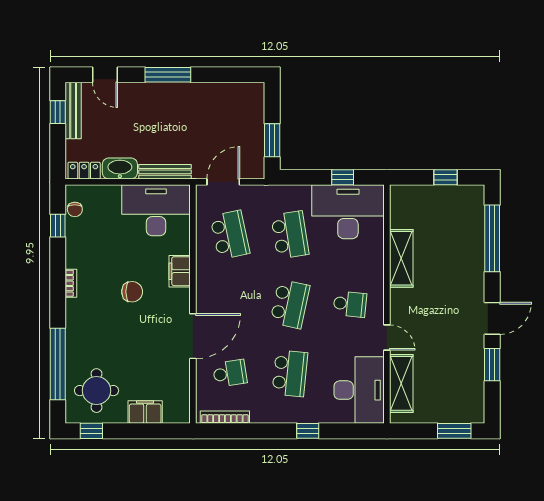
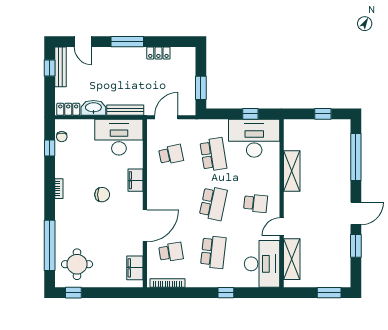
locker: (212, 91) -> (158, 53), added
school desk: (230, 235) -> (171, 155), width x0.54
door: (387, 338) -> (282, 227), swing flipped
filing cabinet: (145, 412) -> (135, 268), moved, turned -90

